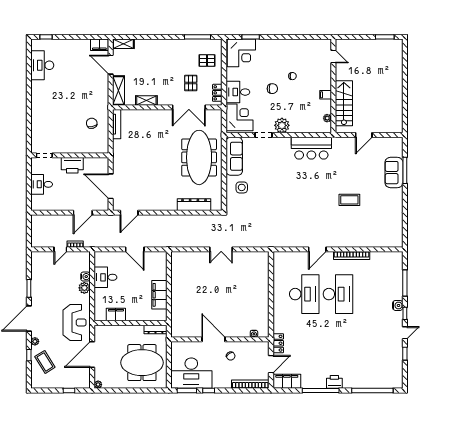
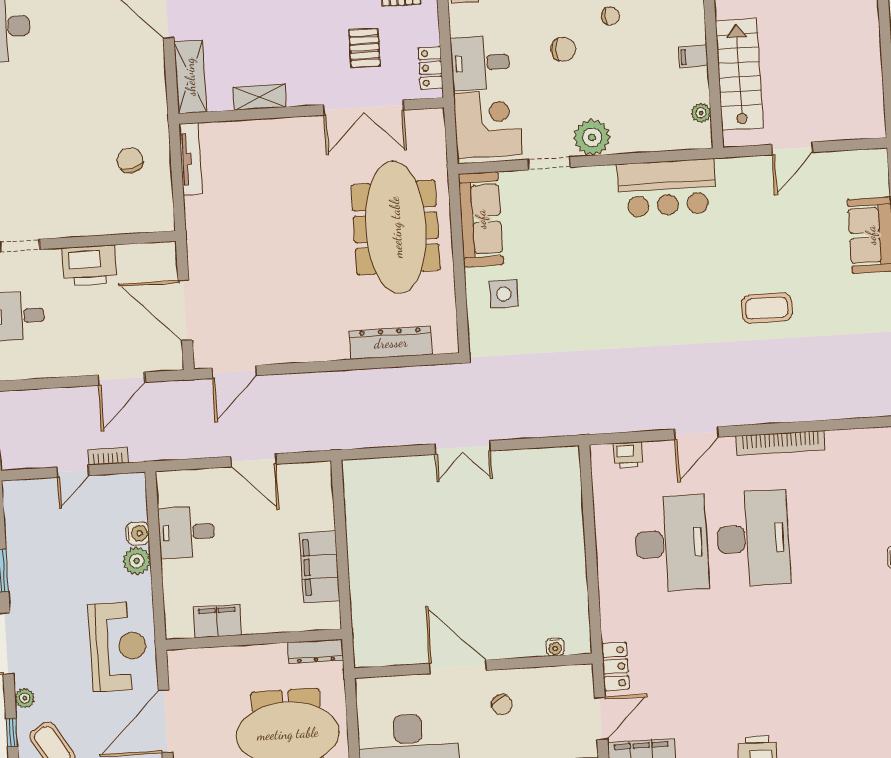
printer: (289, 257) -> (628, 455), added

